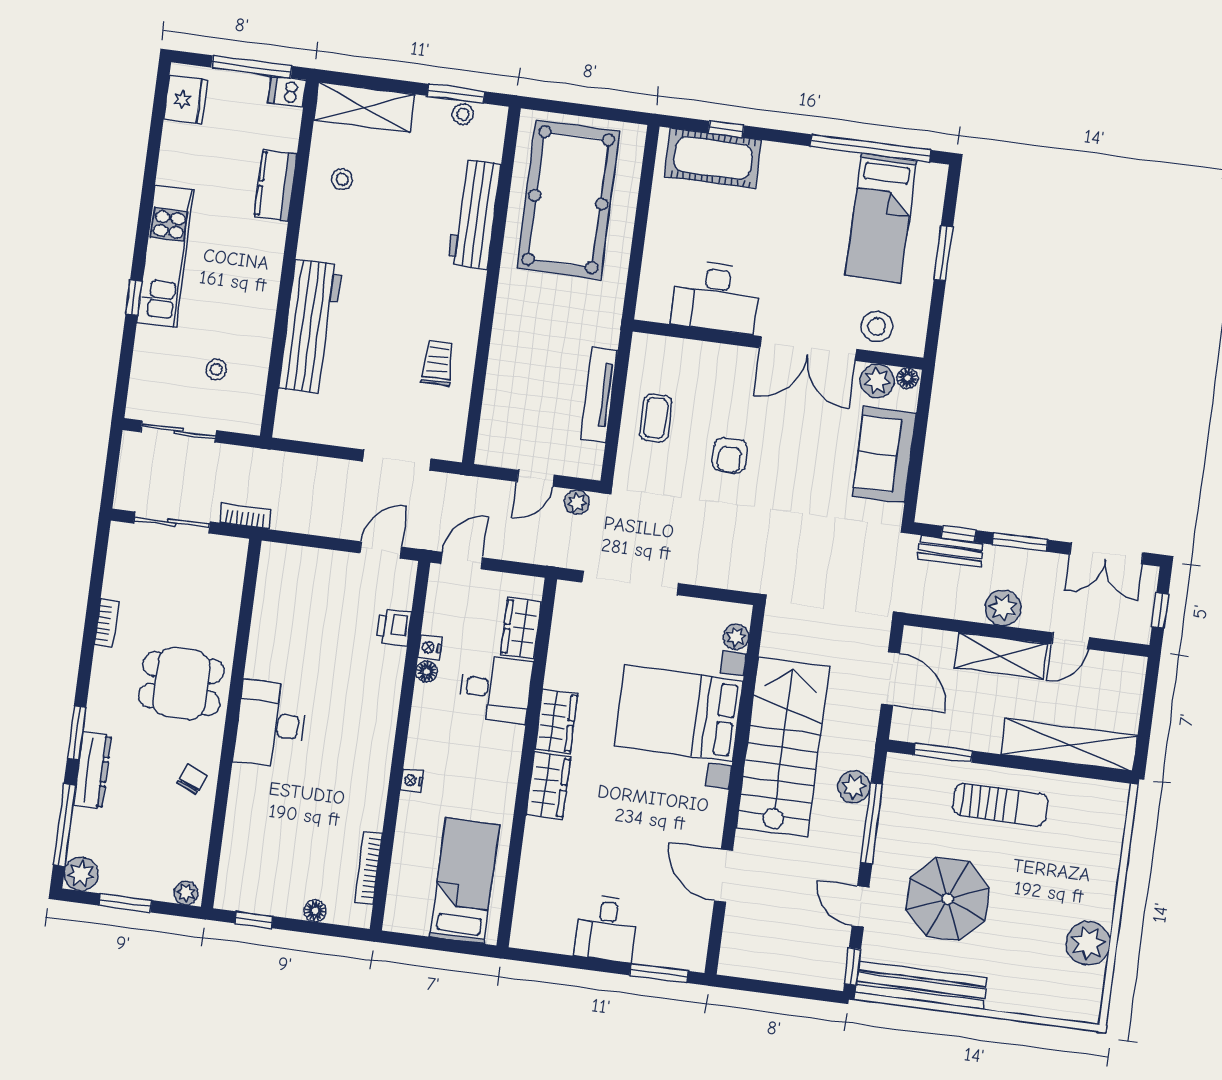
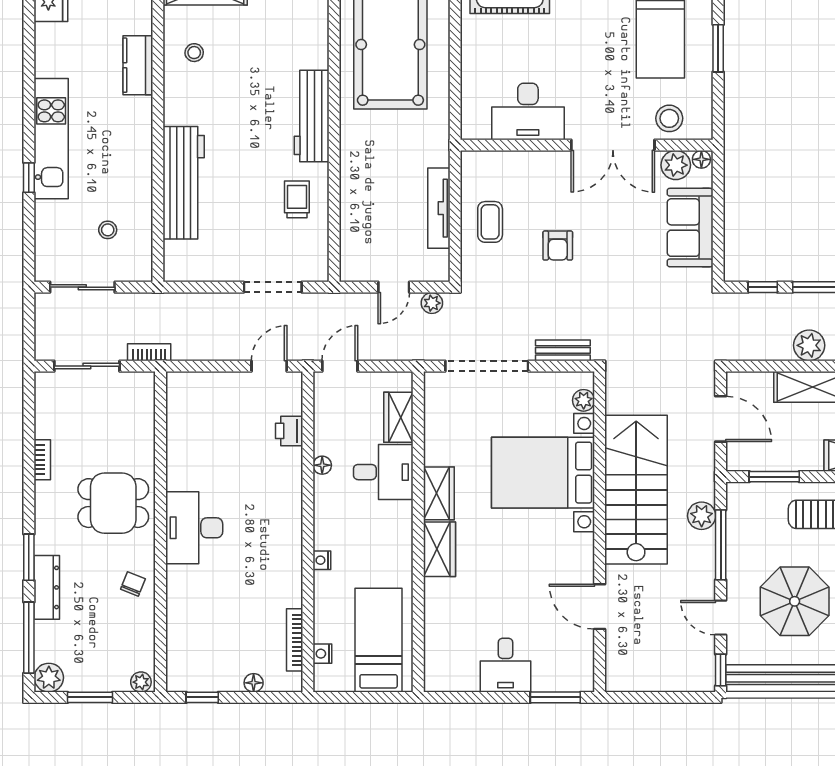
workbench: (474, 214) -> (312, 116), moved
bench: (951, 551) -> (563, 350), moved
nightstand: (430, 647) -> (322, 654), moved

